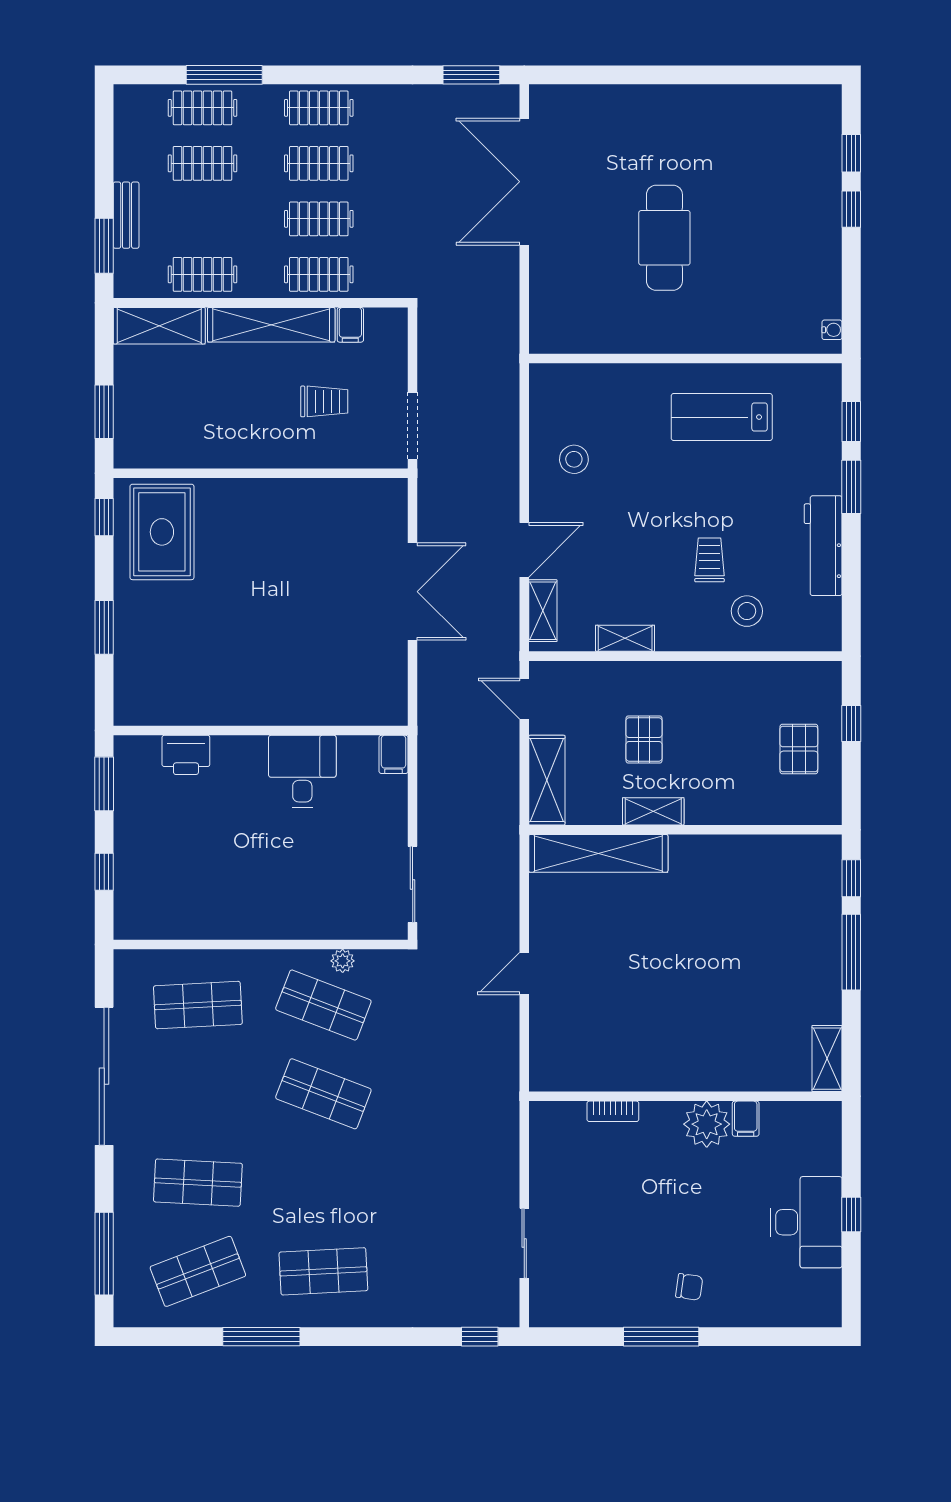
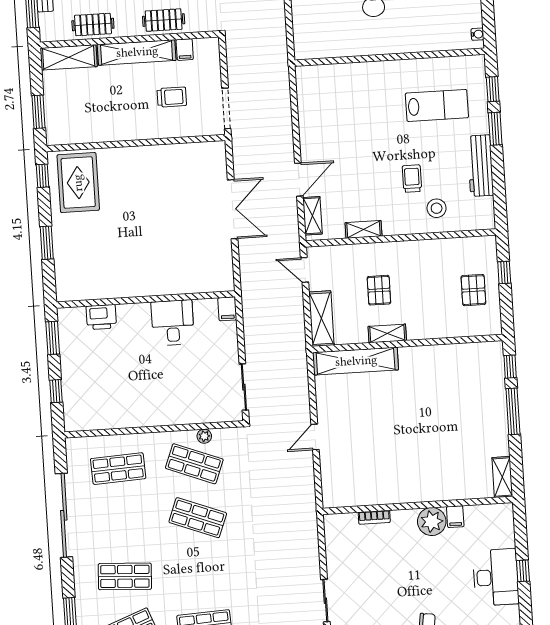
lab bench: (722, 417) -> (437, 105), moved, turned 180
stool: (574, 459) -> (326, 123), removed

